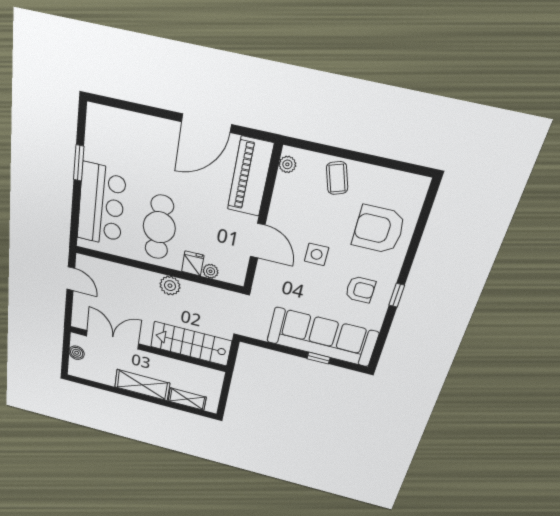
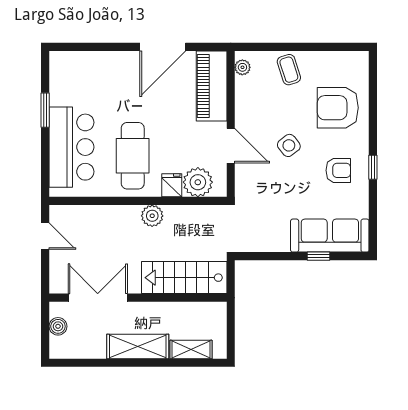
side table: (317, 254) -> (289, 145), turned -38
plant: (211, 271) -> (198, 182), width x1.87, depth x1.87
sofa: (322, 337) -> (330, 236), width x0.74, depth x0.79

